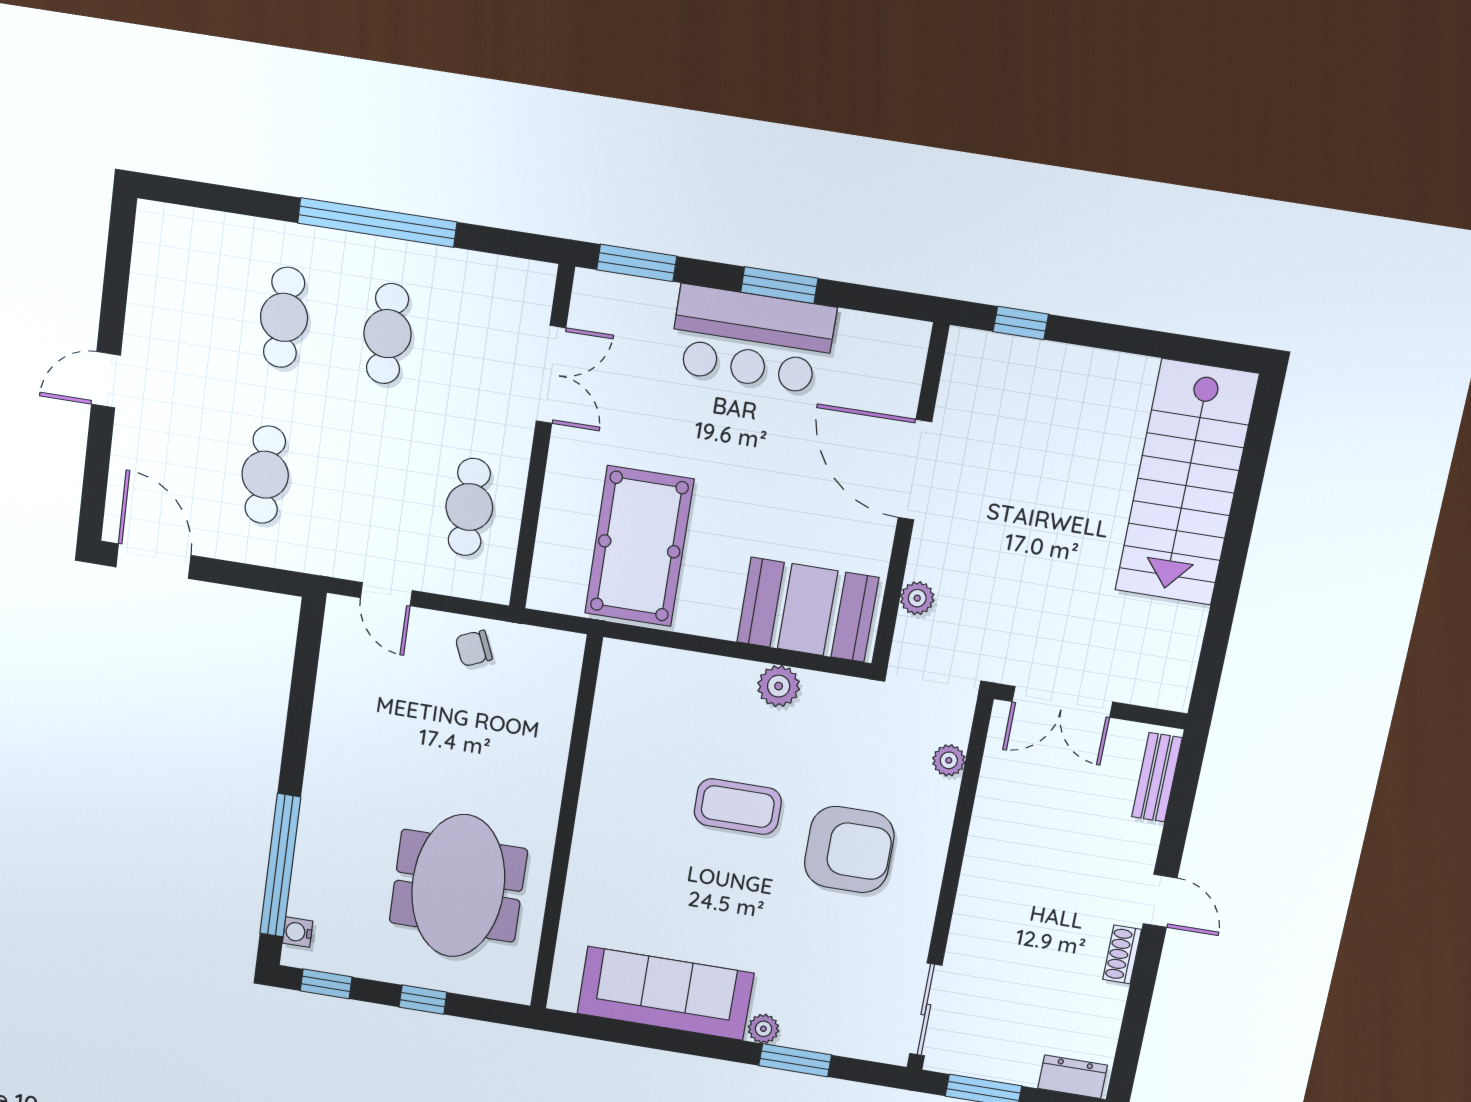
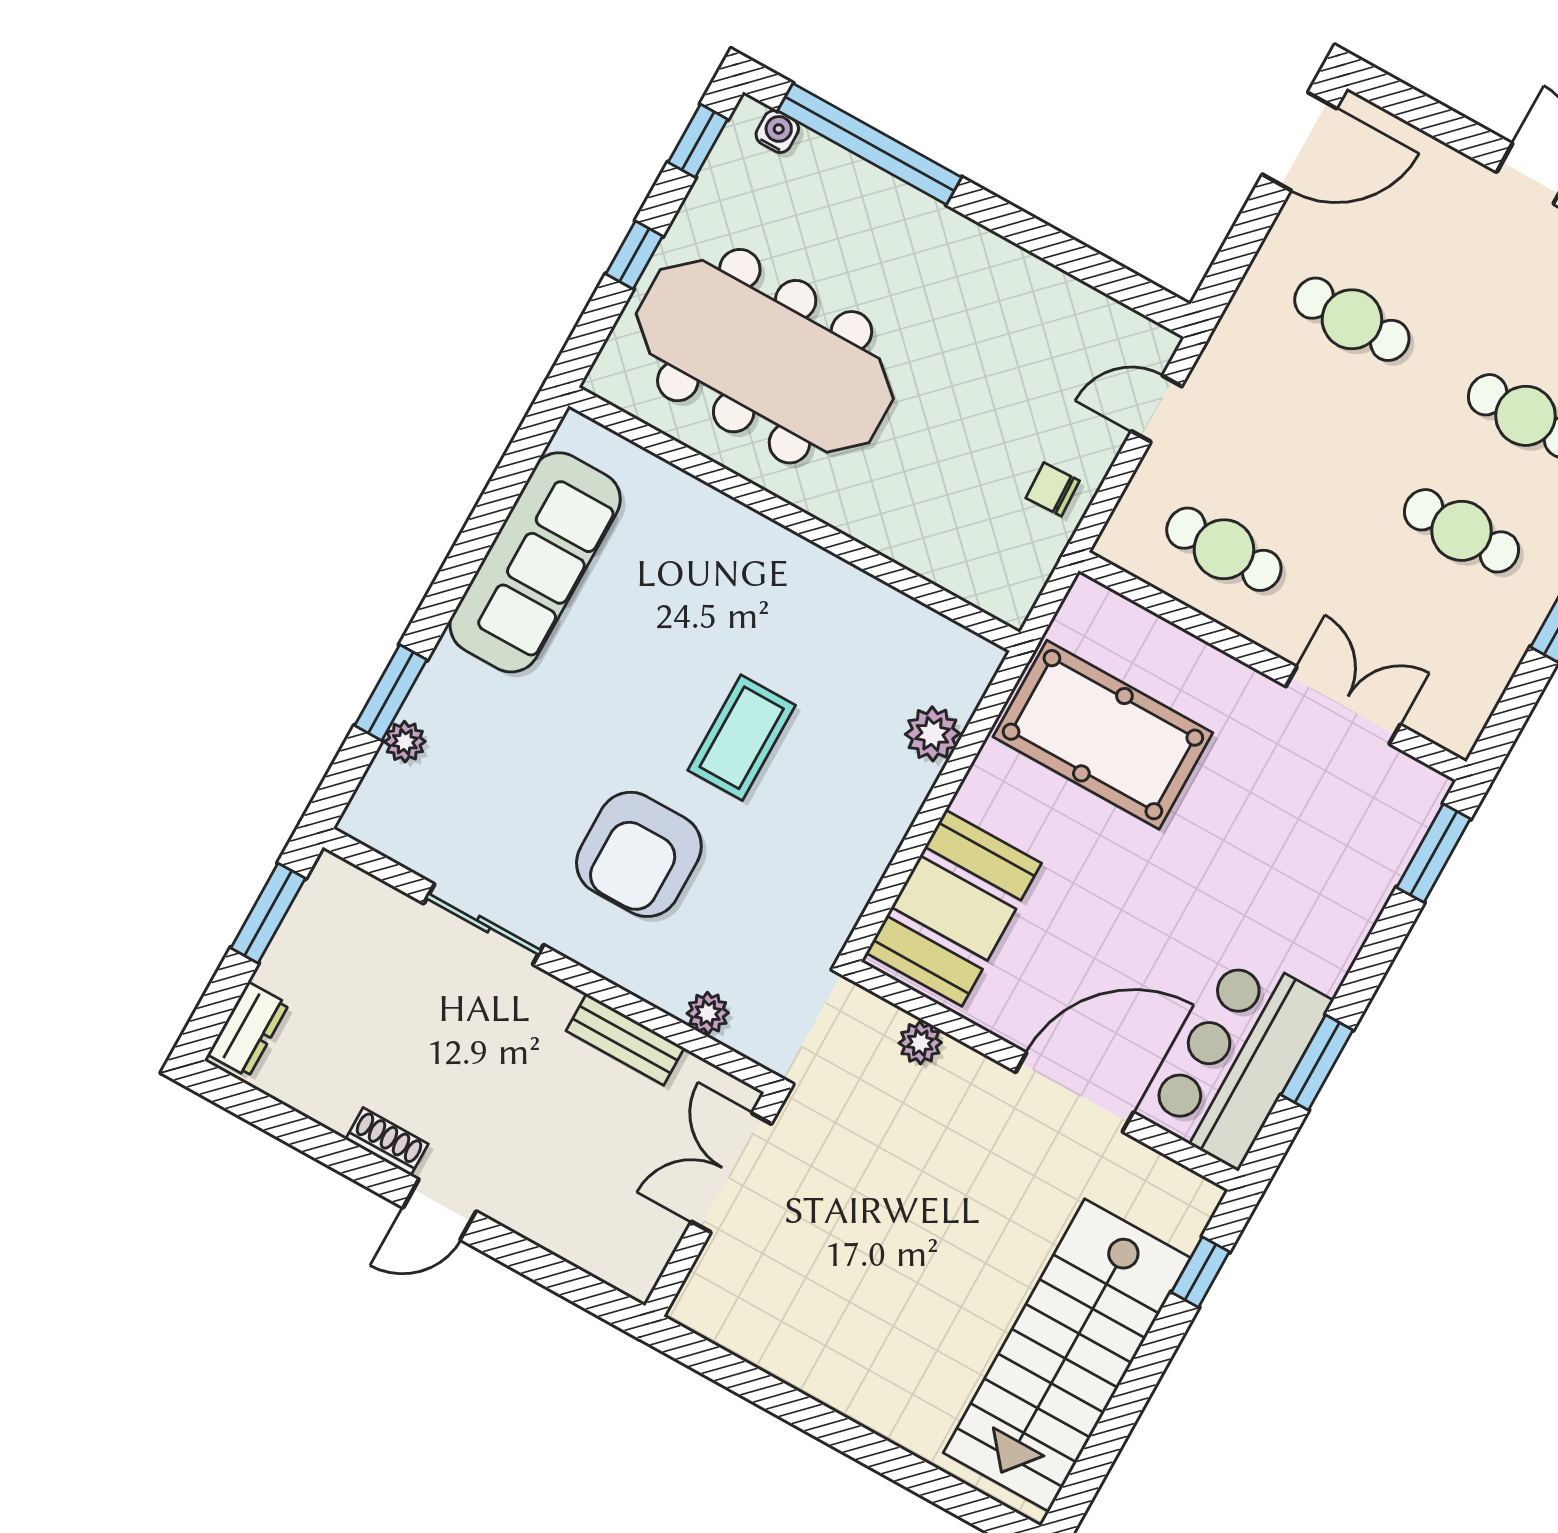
window: (779, 285) -> (1317, 1063), moved
bar counter: (752, 339) -> (1239, 1060), moved
double door: (551, 375) -> (1343, 705), swing flipped
stairs: (1187, 483) -> (1067, 1355), moved, turned -90
chair: (474, 648) -> (1053, 489), turned -69
plant: (779, 686) -> (932, 734), moved
bench: (1157, 777) -> (625, 1039), moved
meeting table: (458, 886) -> (765, 356), width x1.36
sliding door: (926, 1010) -> (484, 924), moved
plant: (763, 1029) -> (405, 742), moved

